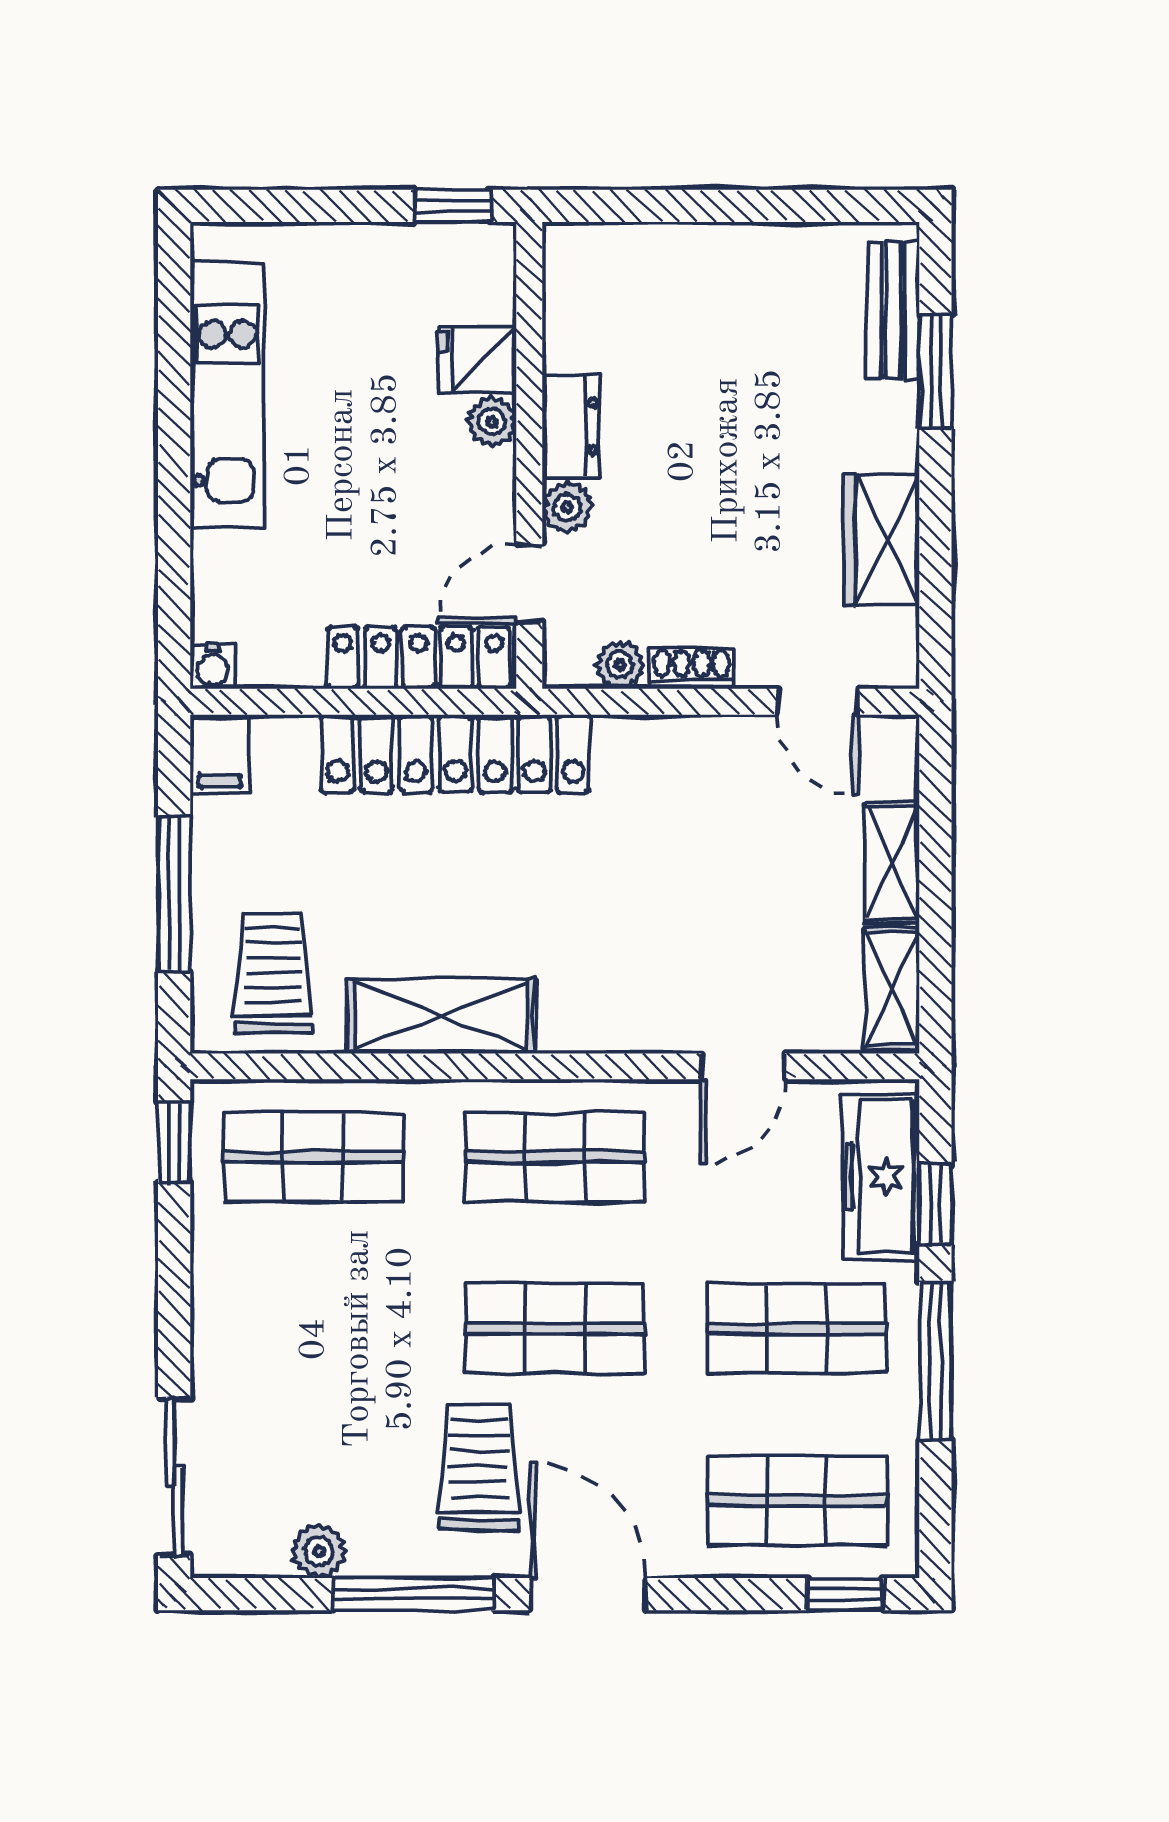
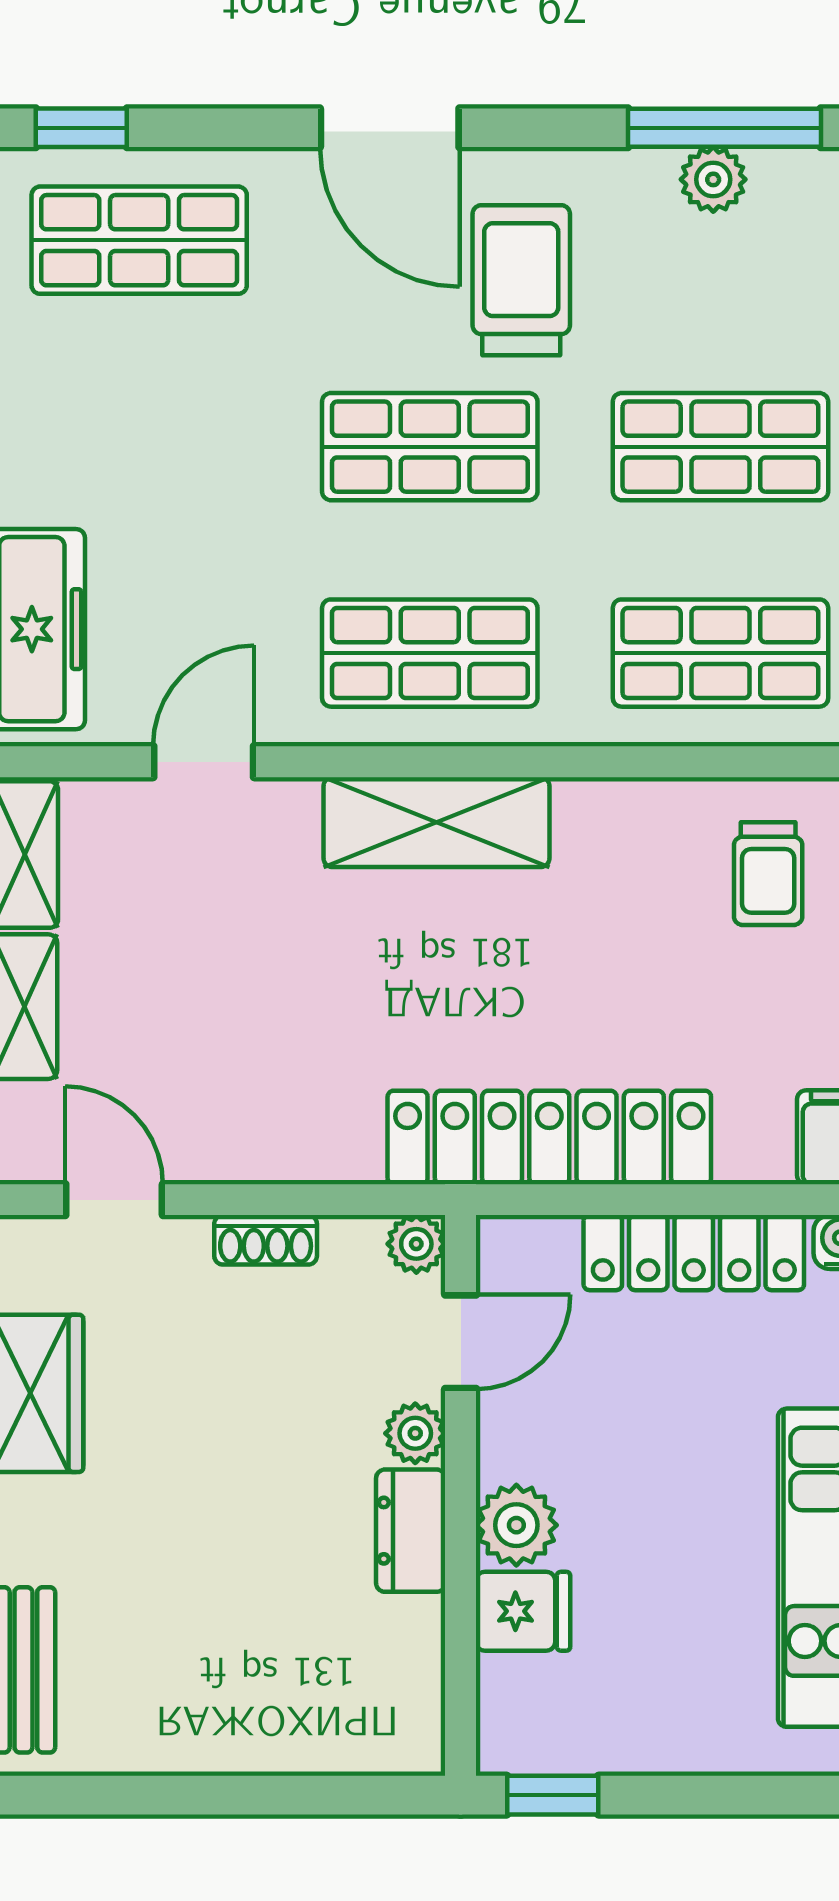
plant: (492, 422) -> (516, 1525), width x1.38, depth x1.38
locker: (419, 658) -> (694, 1253), moved
plant: (620, 665) -> (416, 1244), moved
trolley: (273, 973) -> (768, 874), width x0.73, depth x0.72
shelving: (441, 1016) -> (436, 822), moved
shop shelf: (797, 1329) -> (720, 447), moved
trolley: (479, 1467) -> (521, 280), turned 180
window: (413, 1594) -> (724, 128), moved

